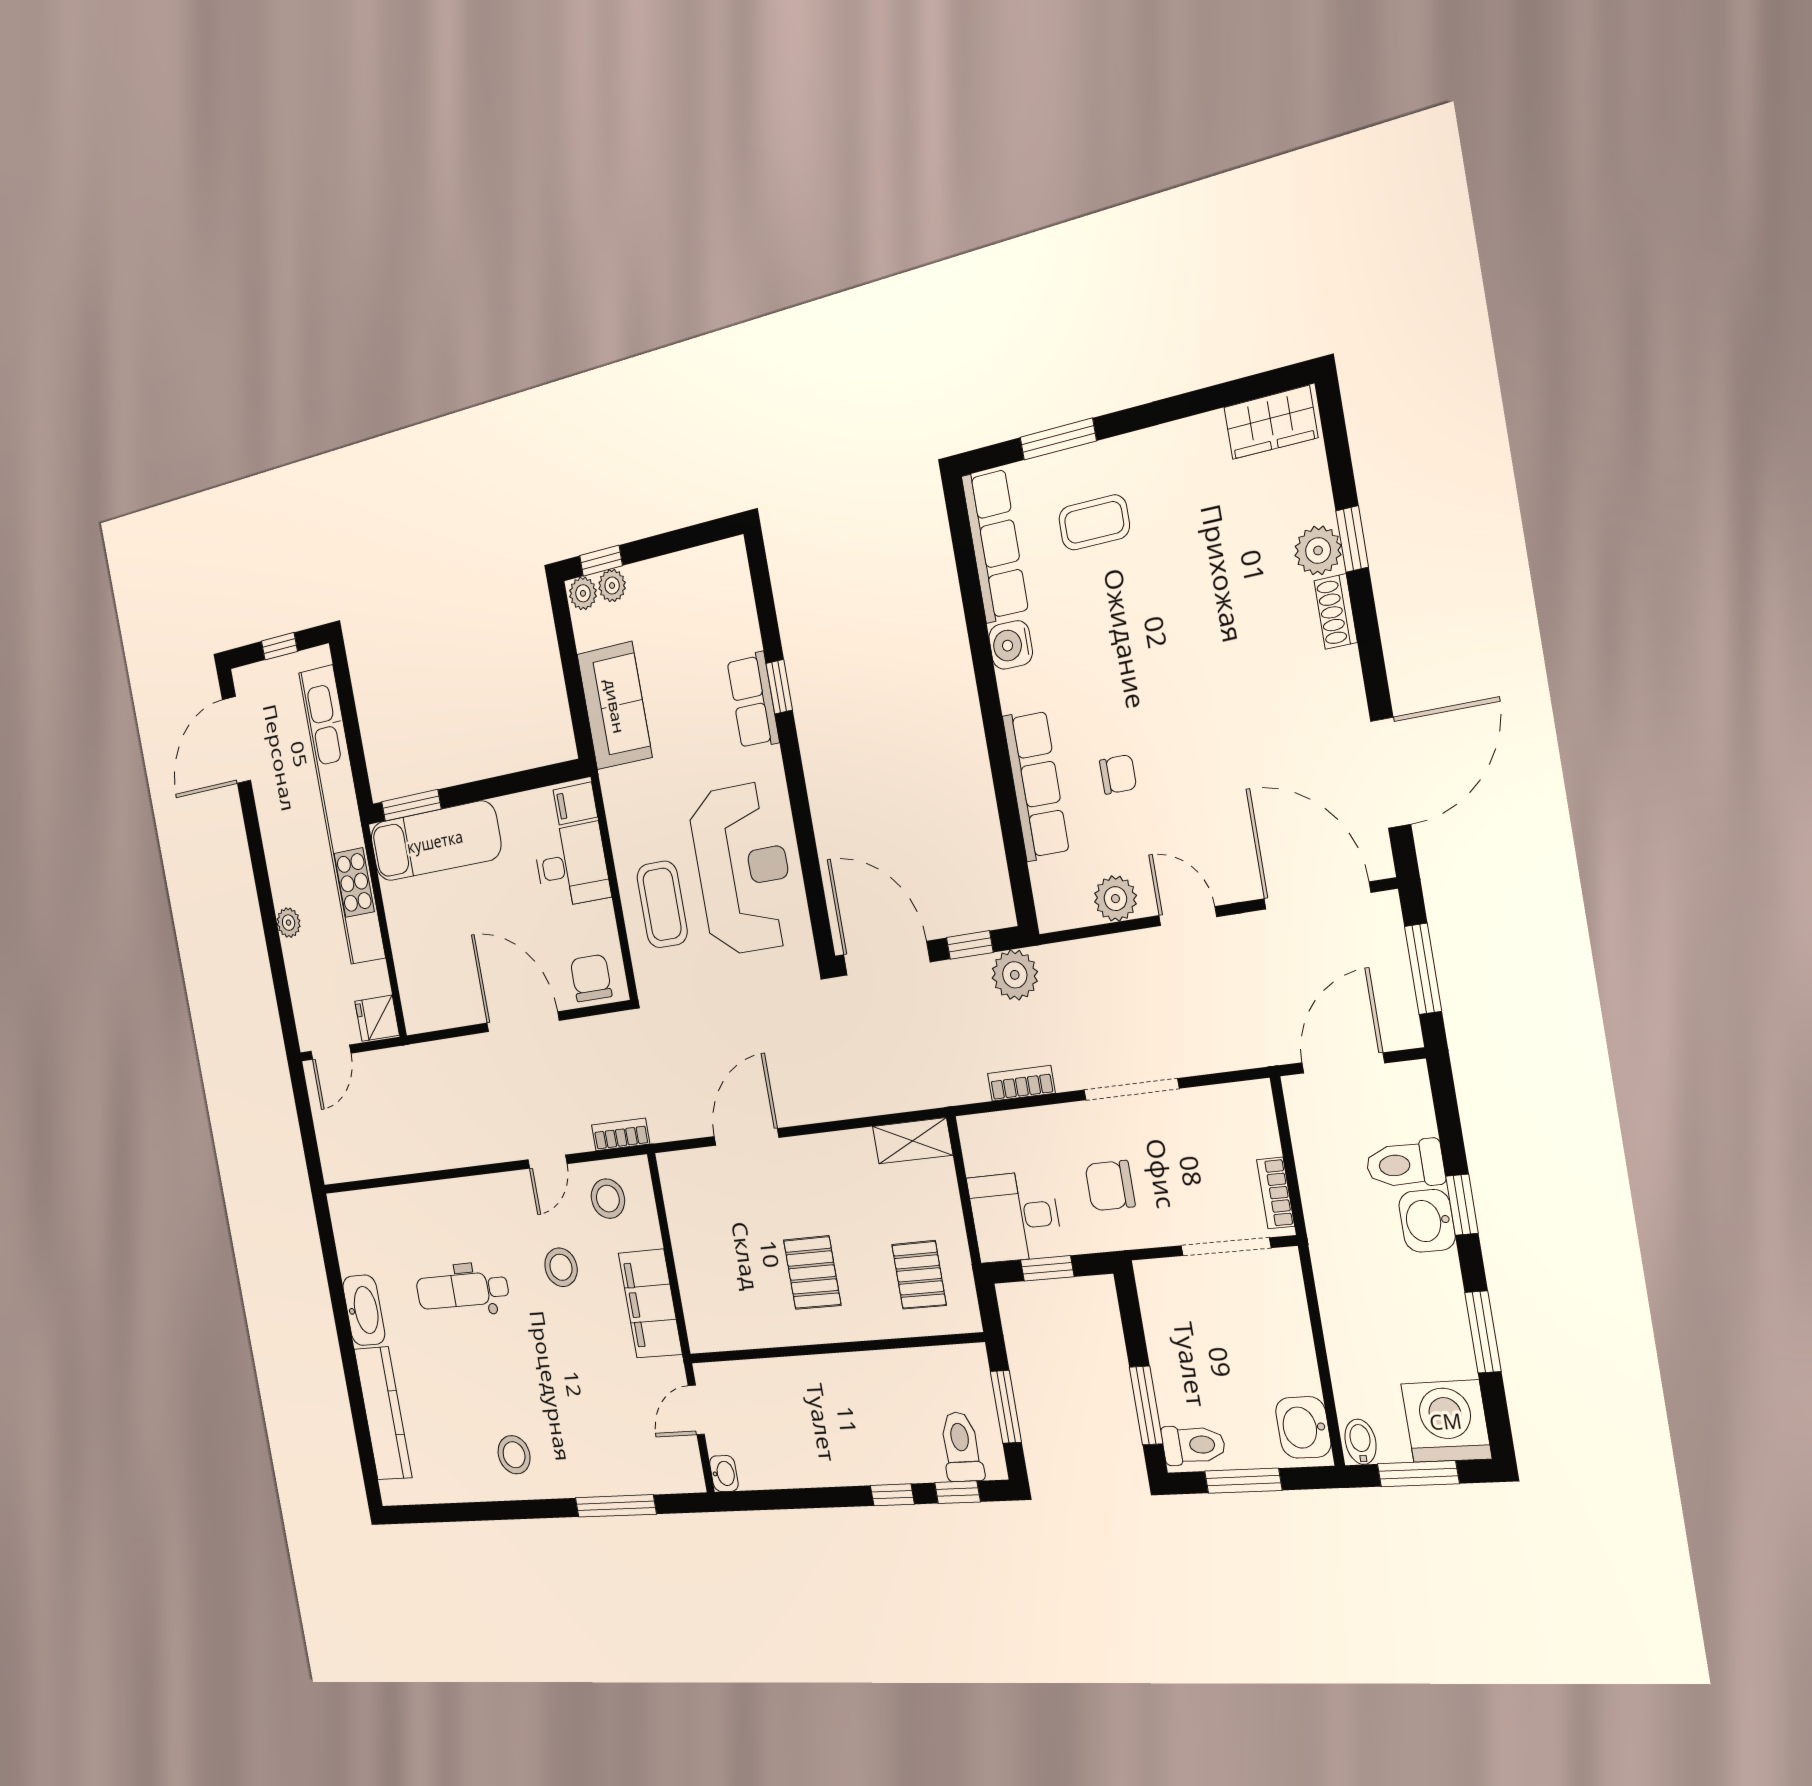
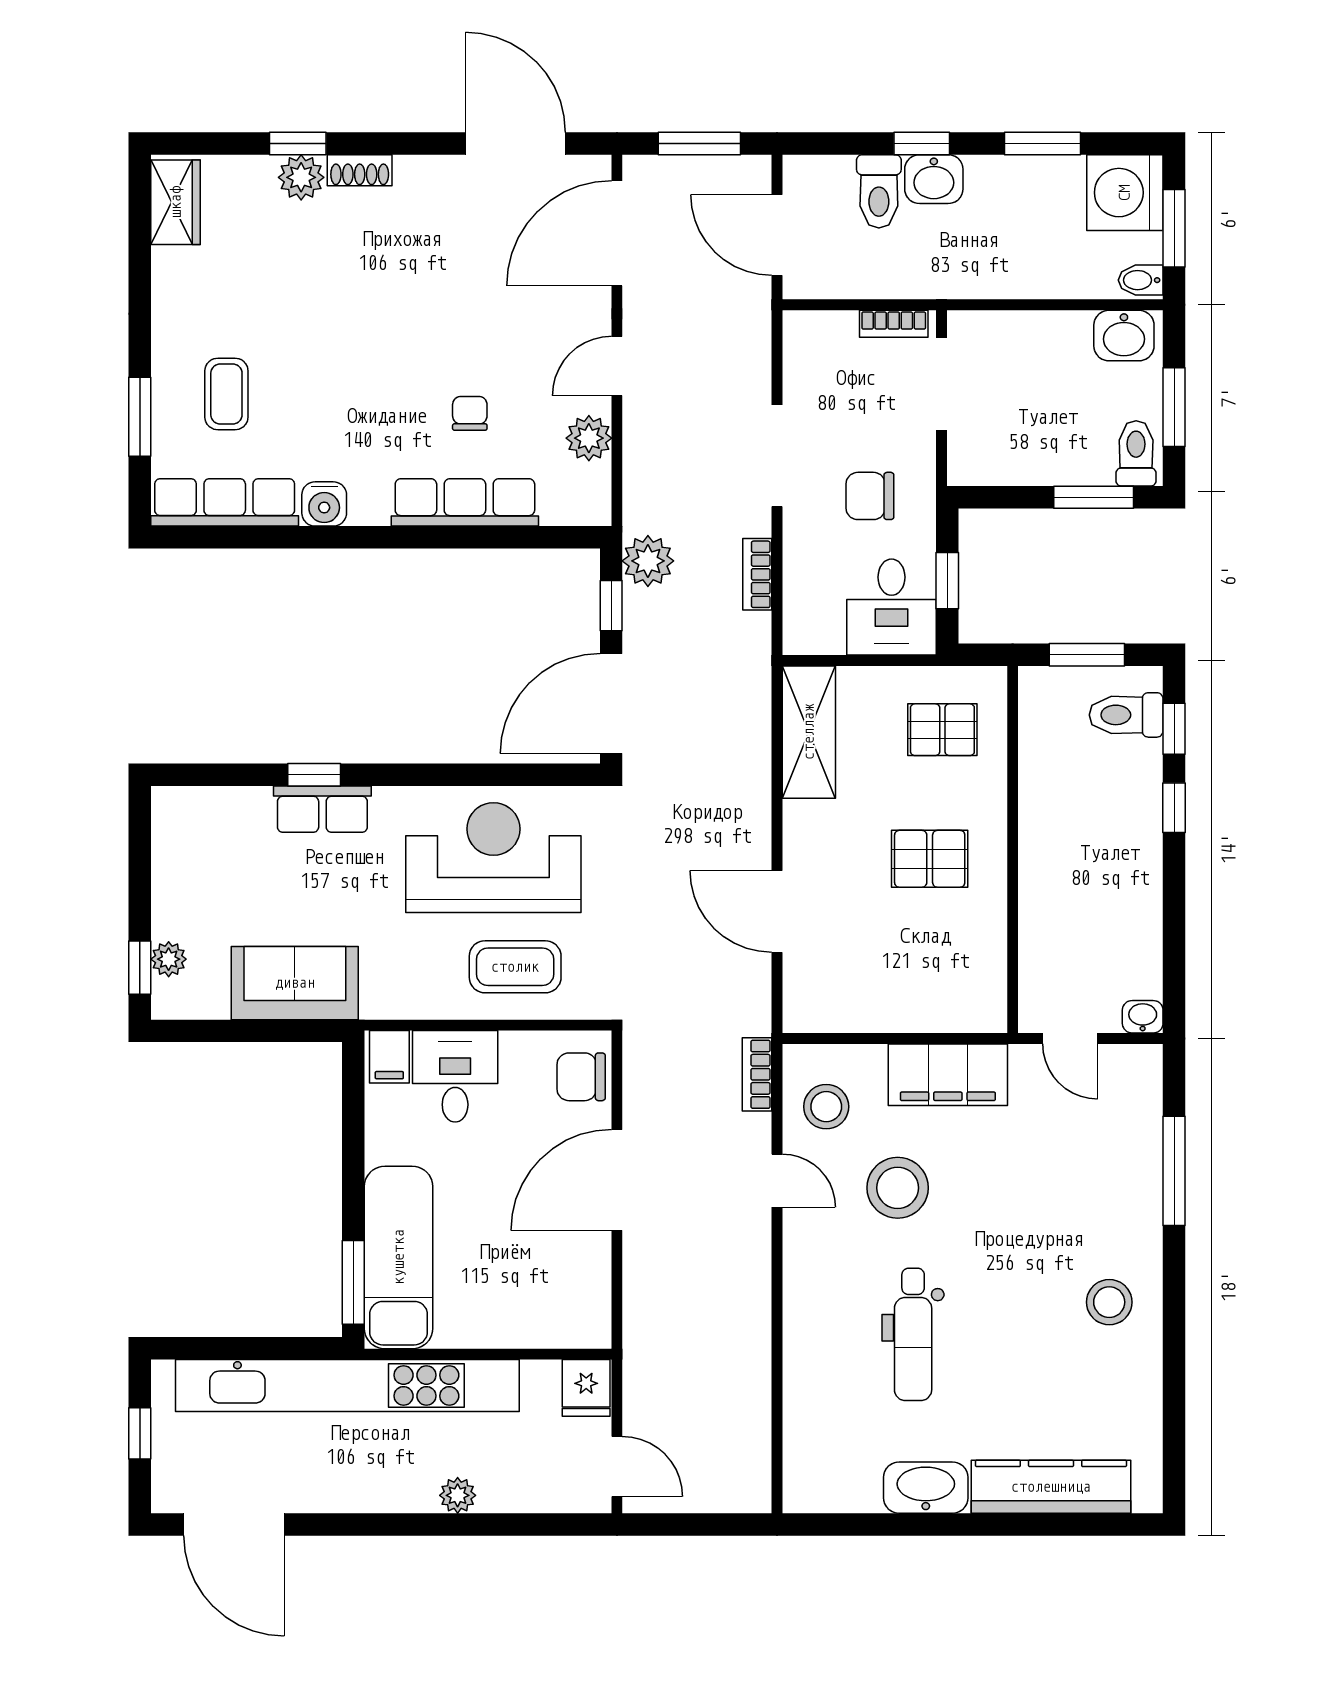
plant: (583, 593) -> (169, 998), removed
shelving: (913, 1141) -> (809, 732), width x1.50, depth x1.33
chair: (1110, 1186) -> (870, 496), turned 90
stool: (561, 1267) -> (898, 1188), width x1.38, depth x1.38

